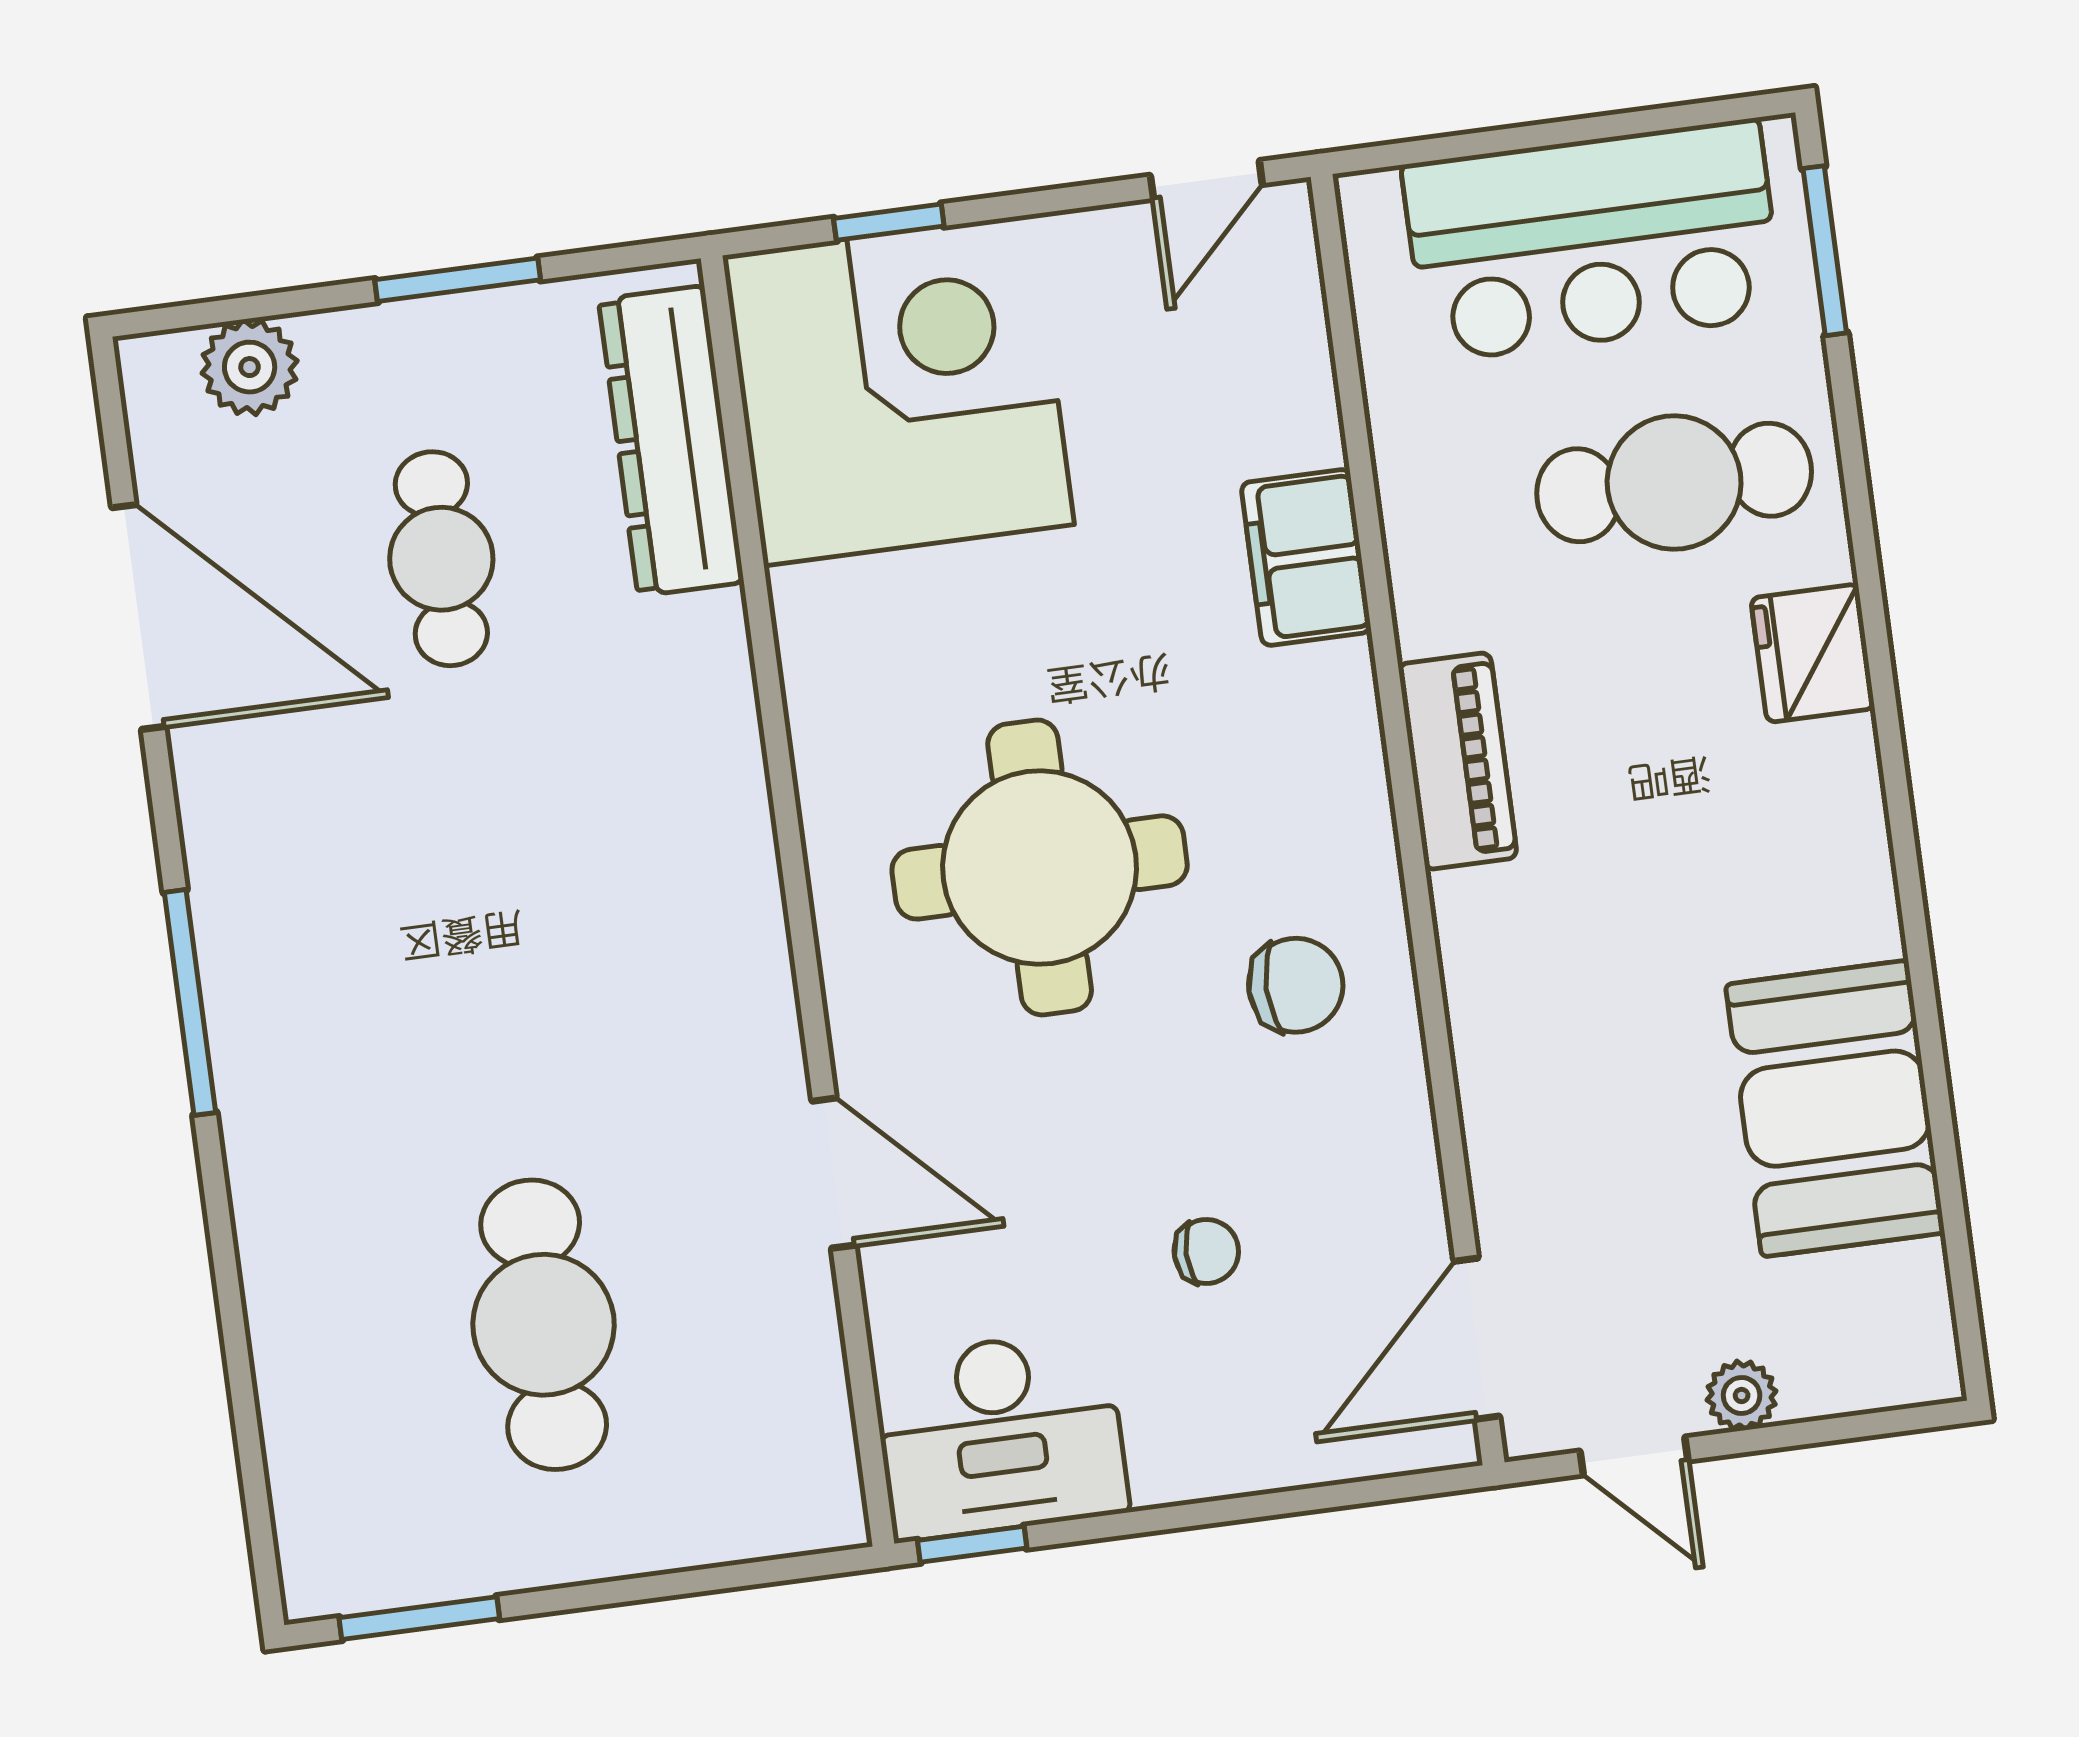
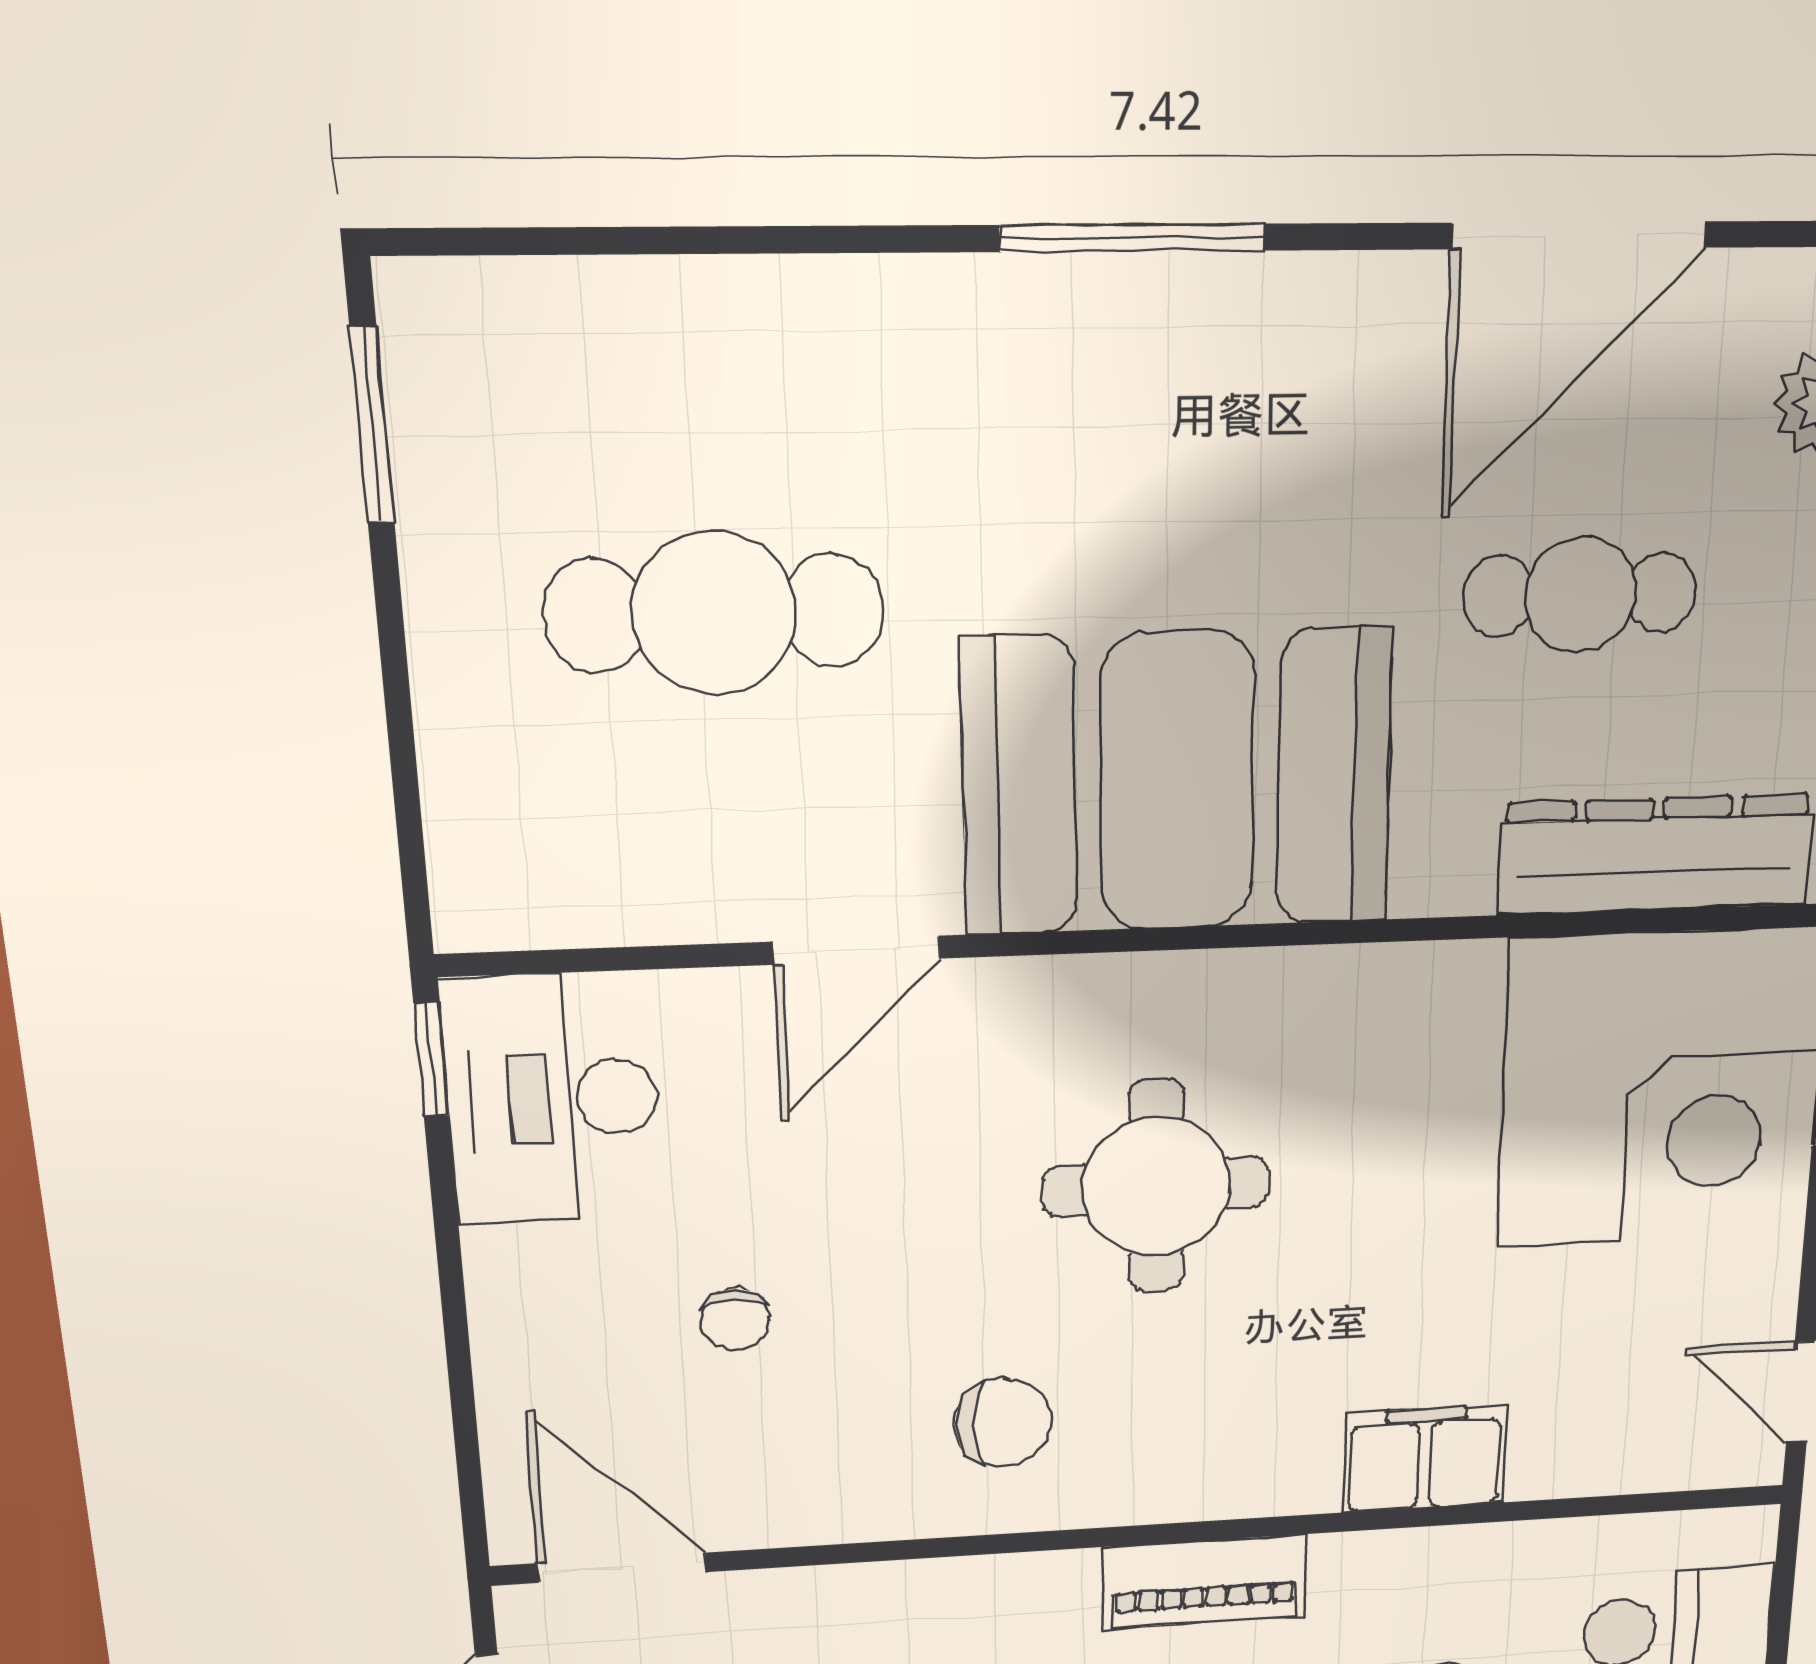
round table: (1040, 867) -> (1156, 1187), width x0.73, depth x0.73
booth: (649, 900) -> (1178, 782), added
chair: (1296, 985) -> (1003, 1422), turned -90

